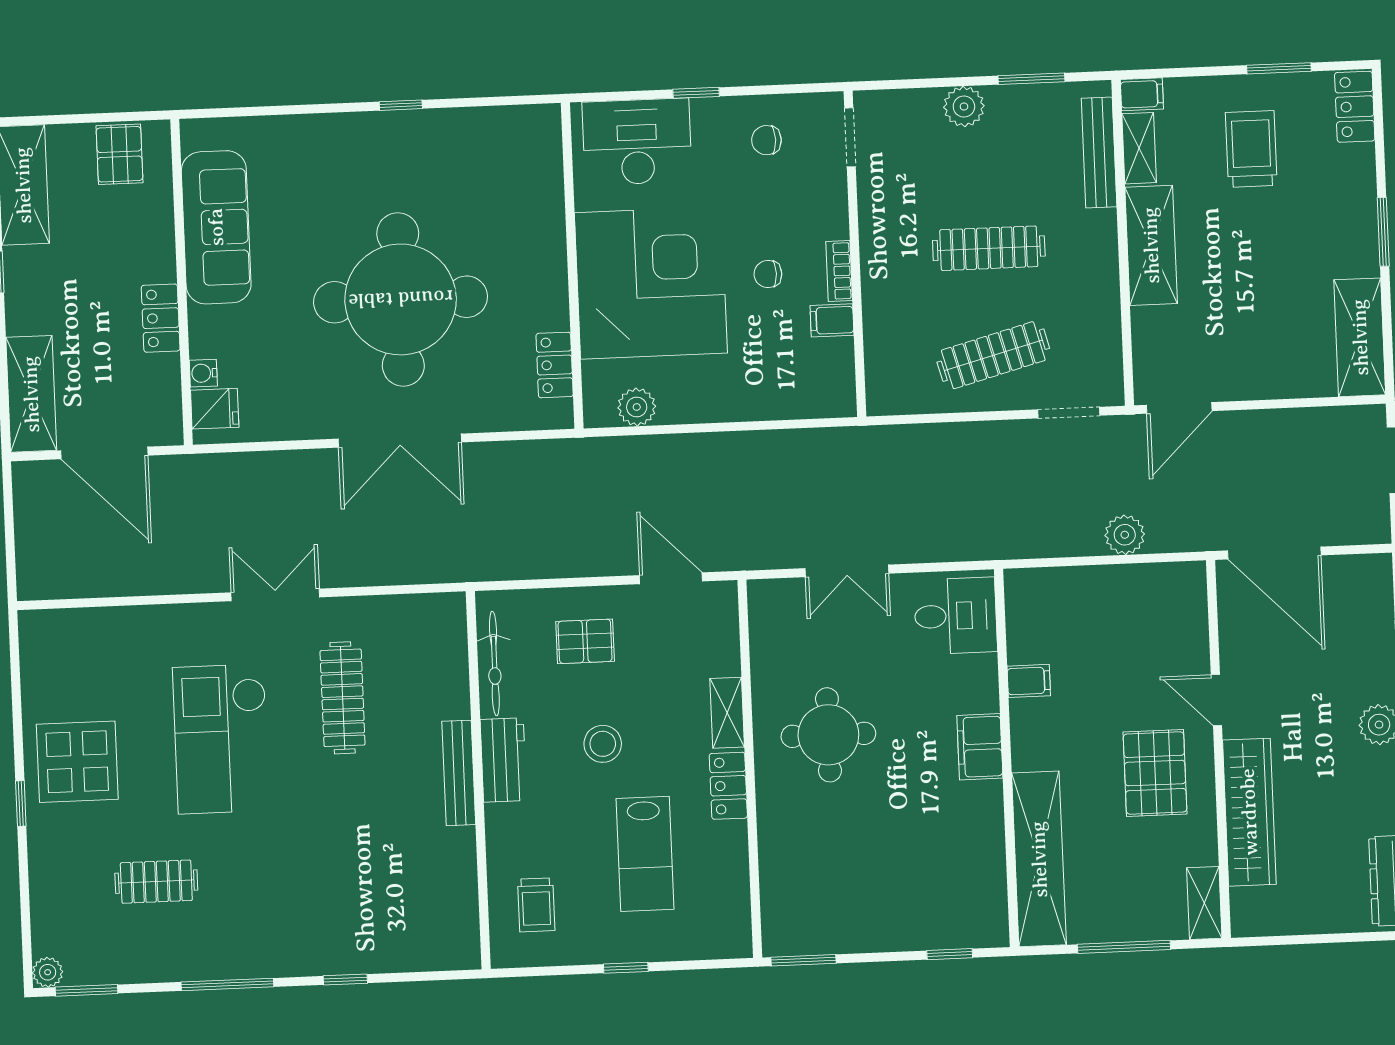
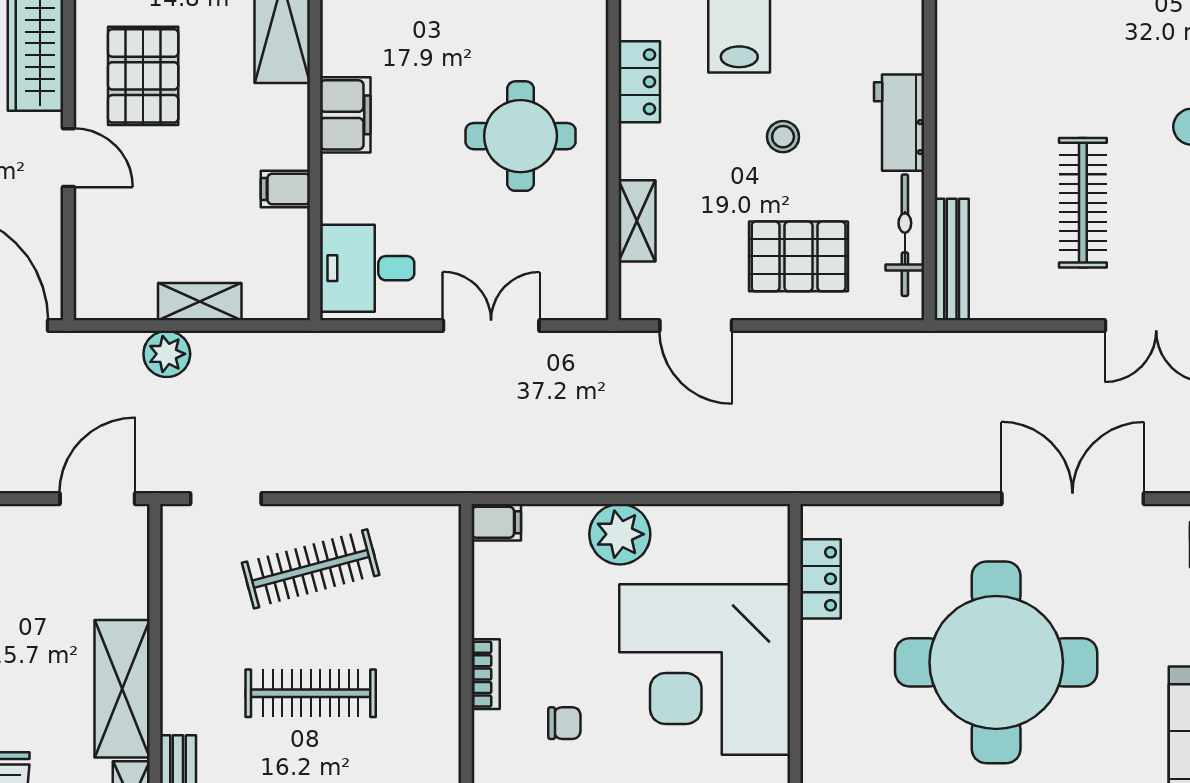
chair: (768, 274) -> (564, 723), moved
filing cabinet: (832, 320) -> (496, 522), moved
plant: (637, 407) -> (620, 534), moved, width x1.36, depth x1.36
double door: (400, 441) -> (1073, 499), moved
shelving: (1098, 581) -> (200, 302), added
pallet: (585, 641) -> (799, 256), width x1.50, depth x1.42
shelving: (727, 713) -> (637, 221), moved
stool: (603, 744) -> (783, 137), width x0.73, depth x0.73
bench: (459, 773) -> (952, 259), moved

